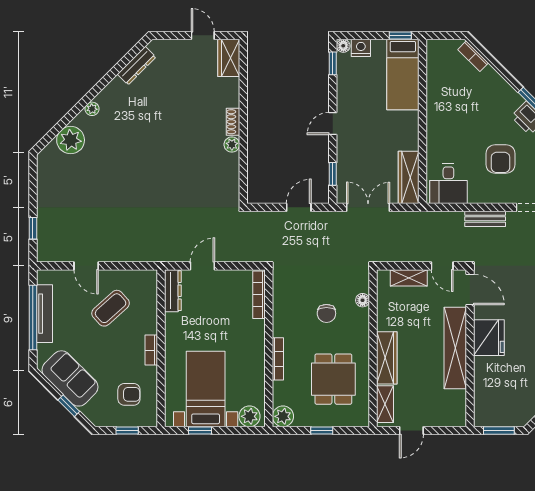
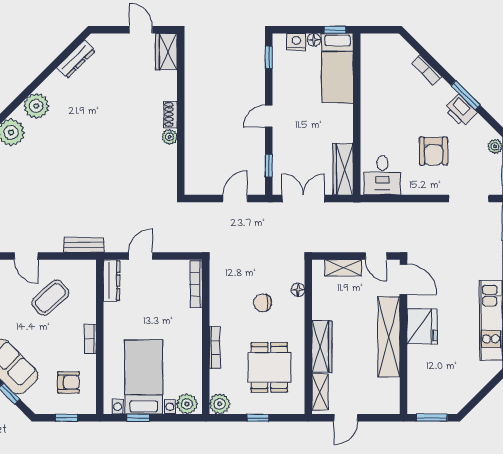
floor lamp: (343, 46) -> (314, 40), moved
bookcase: (473, 56) -> (426, 70), moved
plant: (92, 109) -> (36, 106), width x1.87, depth x1.87
bench: (485, 219) -> (84, 245), moved
chair: (326, 313) -> (262, 303), turned 90

